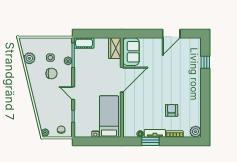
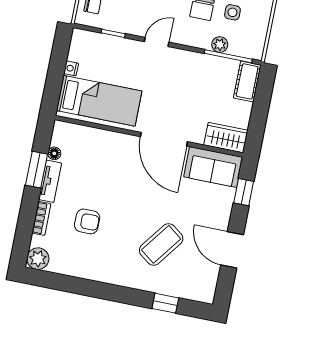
window: (141, 34) -> (244, 192), added
coffee table: (176, 70) -> (161, 244), added

